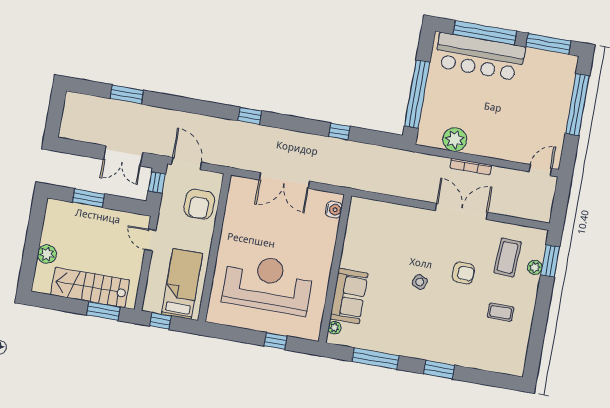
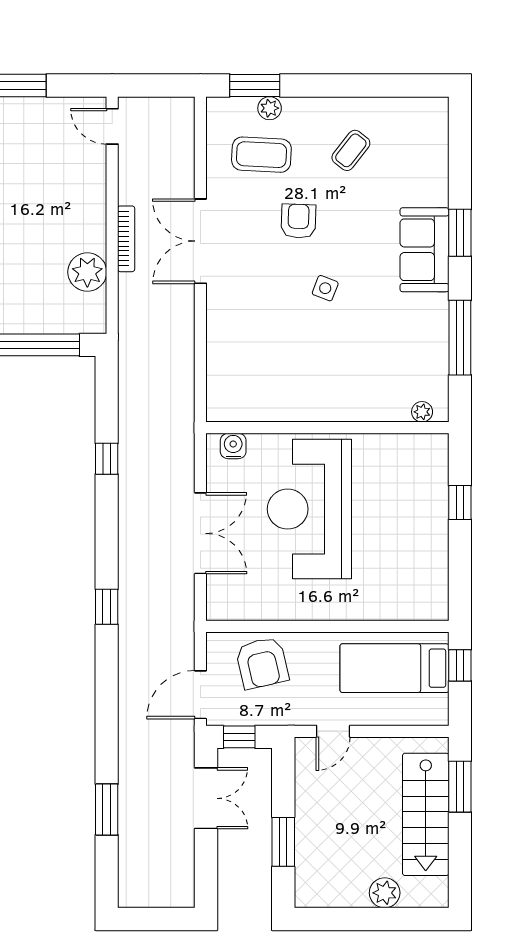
armchair: (199, 204) -> (262, 663), turned 77
reception desk: (268, 284) -> (309, 509), moved
sofa: (349, 296) -> (425, 250), moved, turned -90
coffee table: (501, 312) -> (351, 150), turned 38
window: (160, 321) -> (460, 665), moved

